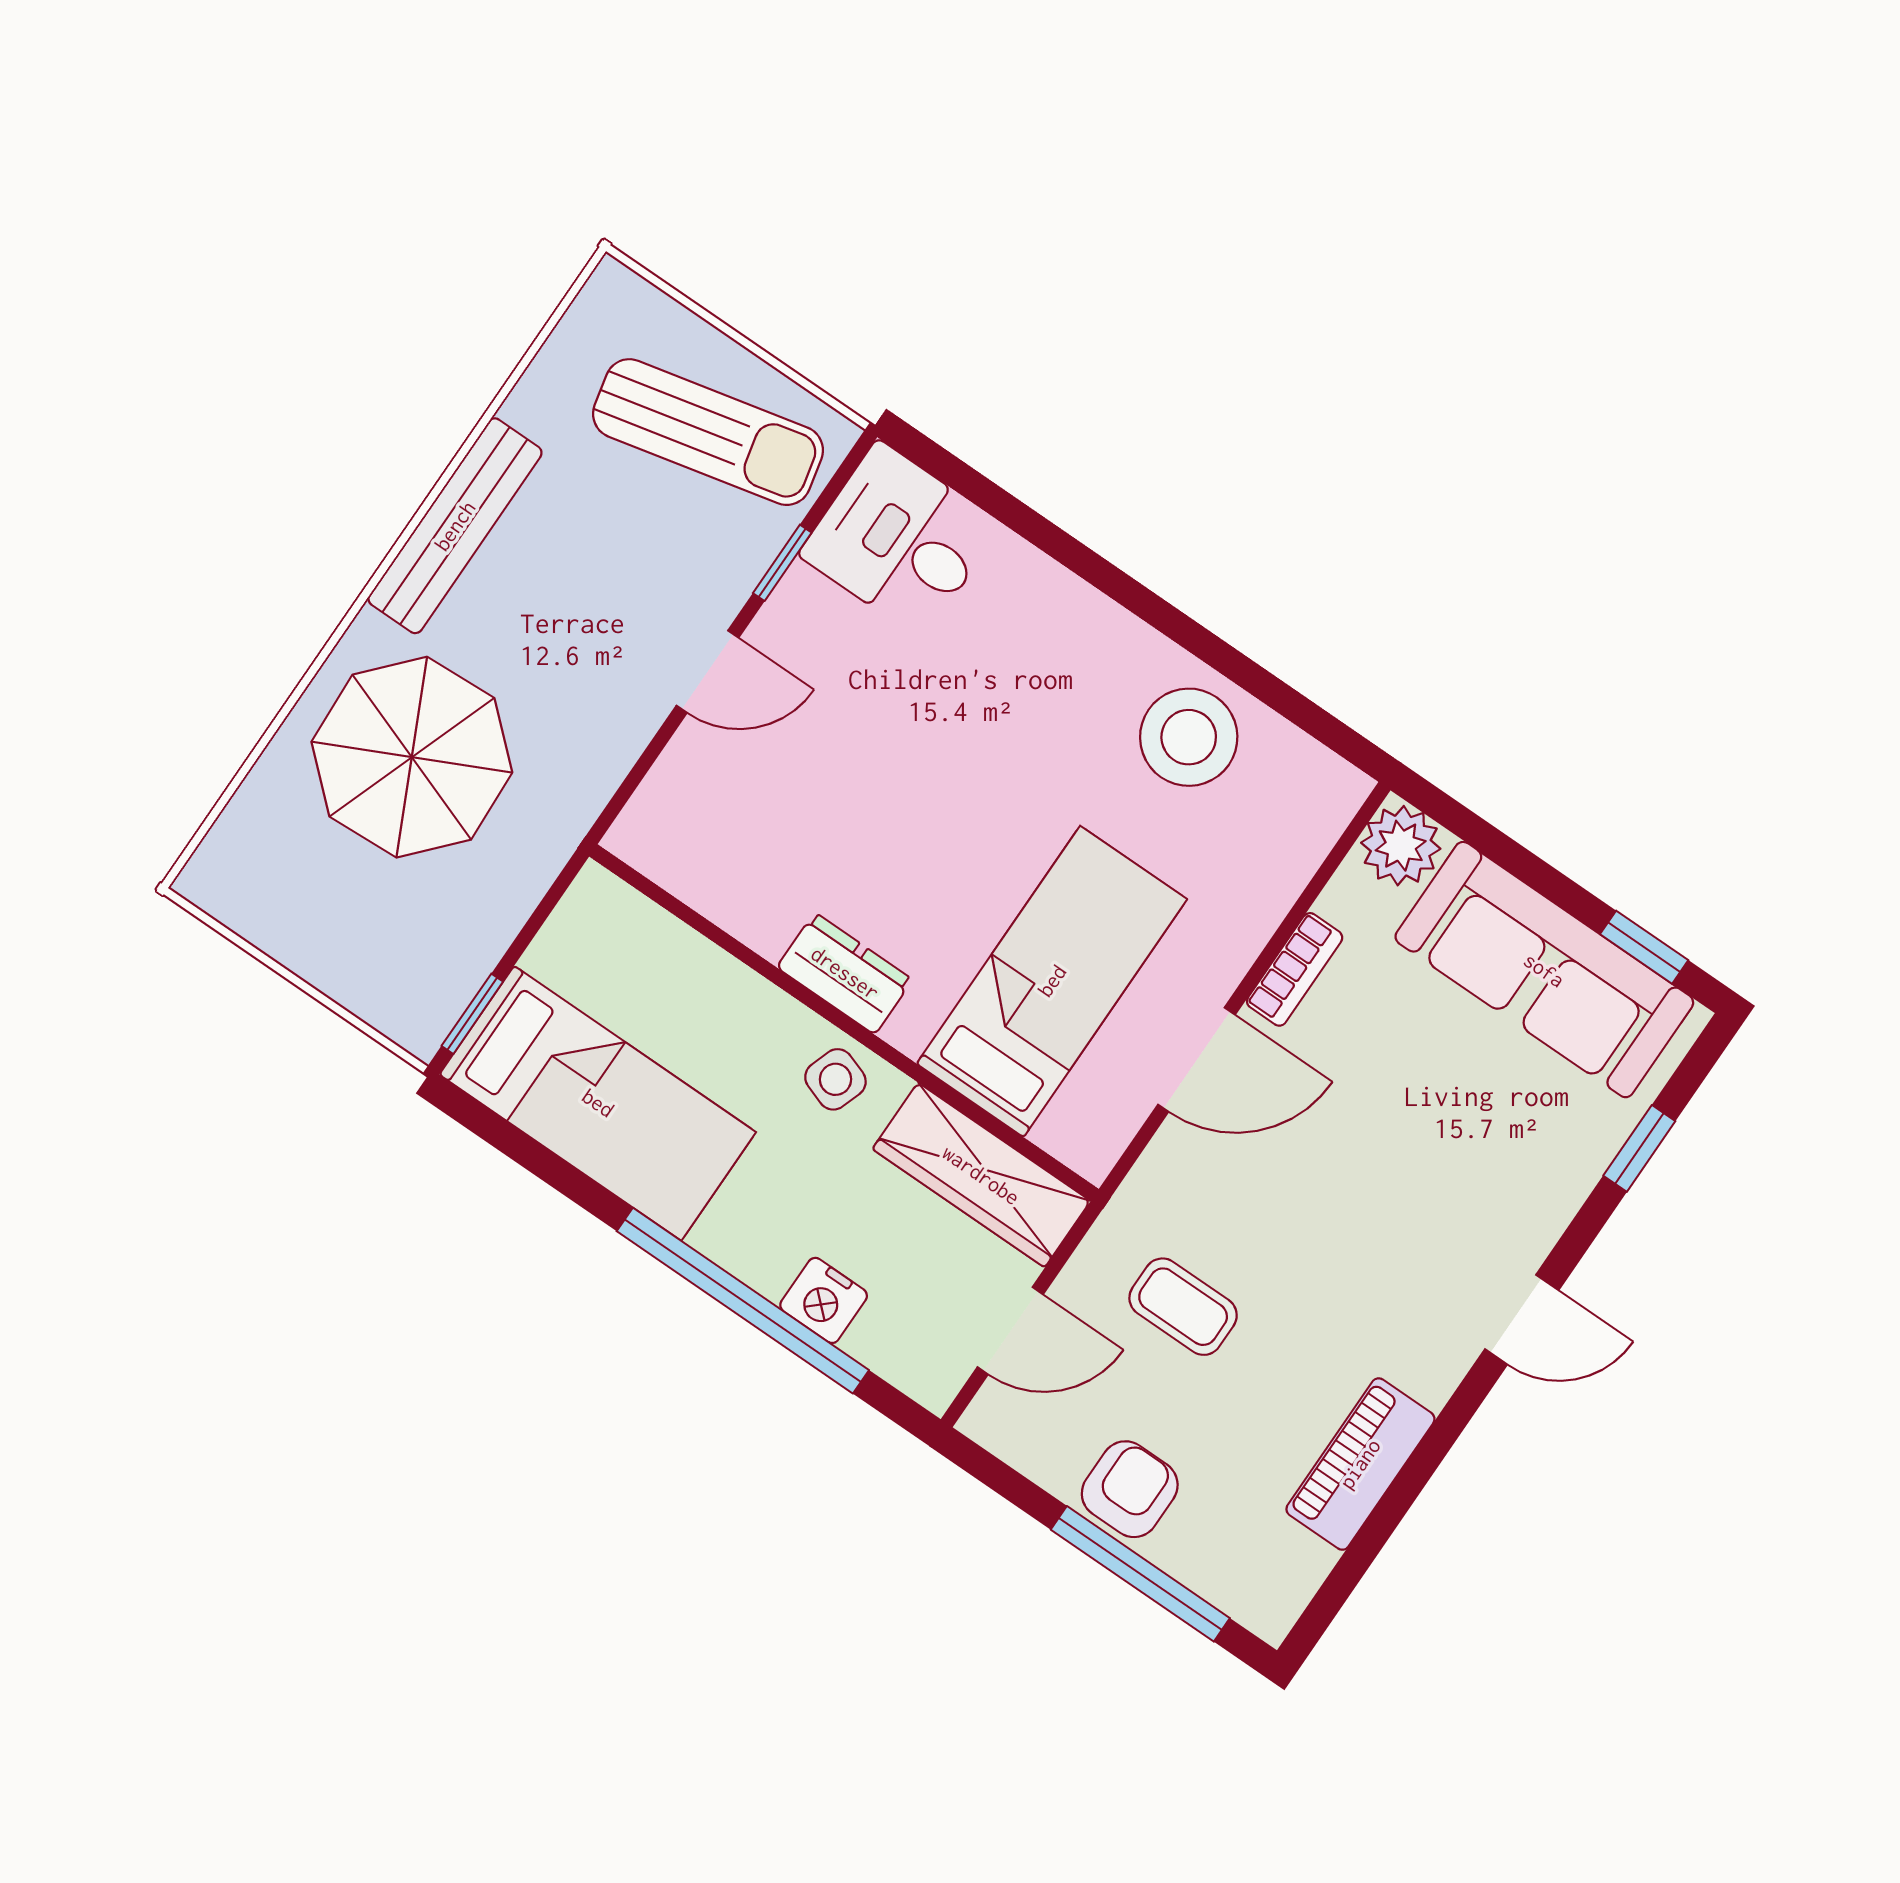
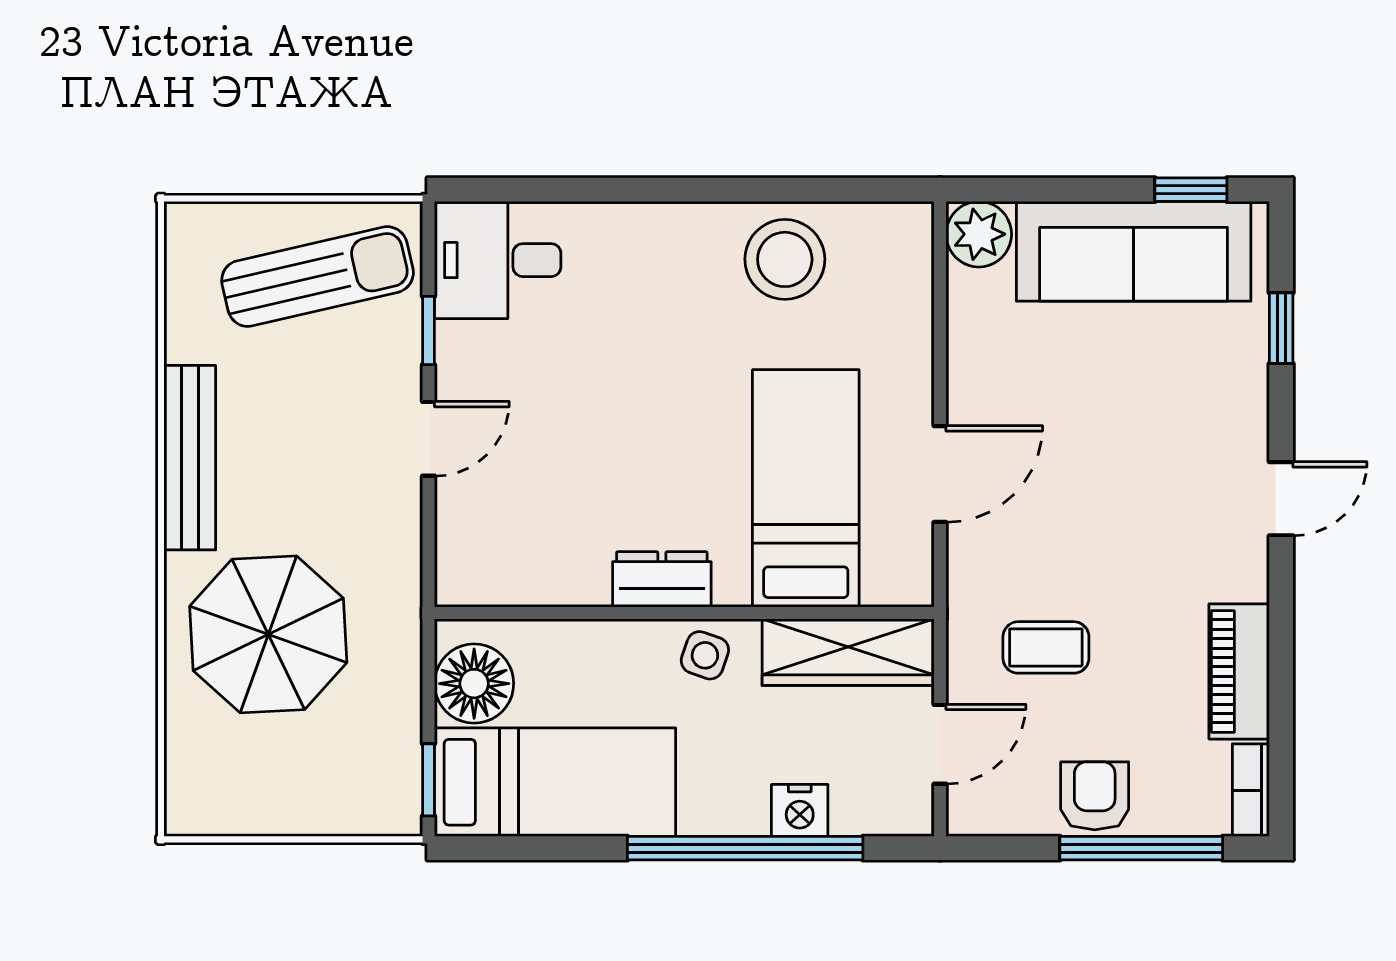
floor lamp: (584, 948) -> (474, 684), added
bookcase: (1295, 969) -> (1251, 790), moved, turned 180

